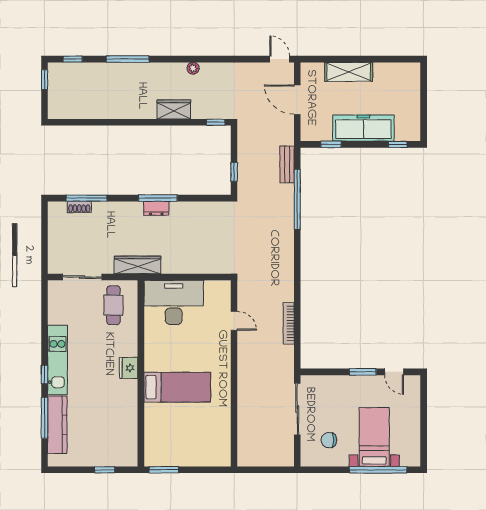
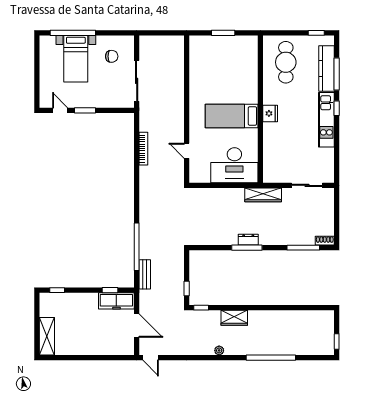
window: (73, 59) -> (314, 358), removed
window: (128, 59) -> (271, 358), width x1.46
shelving: (349, 72) -> (47, 336), moved, turned 90
freezer: (363, 128) -> (116, 301), moved, width x0.73, depth x0.79
window: (234, 172) -> (187, 288), moved
shoe rack: (79, 207) -> (325, 241), moved
cafe table: (113, 305) -> (286, 62), moved, width x1.37, depth x1.35
bed: (177, 387) -> (232, 116), moved
window: (105, 470) -> (316, 33), moved
window: (164, 470) -> (223, 33), moved

